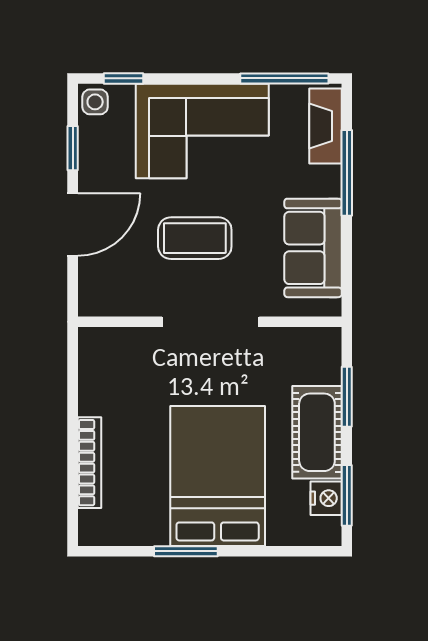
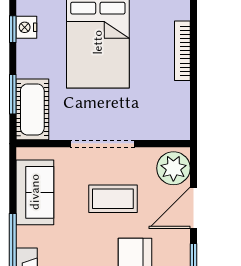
plant: (103, 284) -> (173, 168), added
cot: (317, 432) -> (32, 109), moved
window: (347, 495) -> (13, 29), width x0.67

